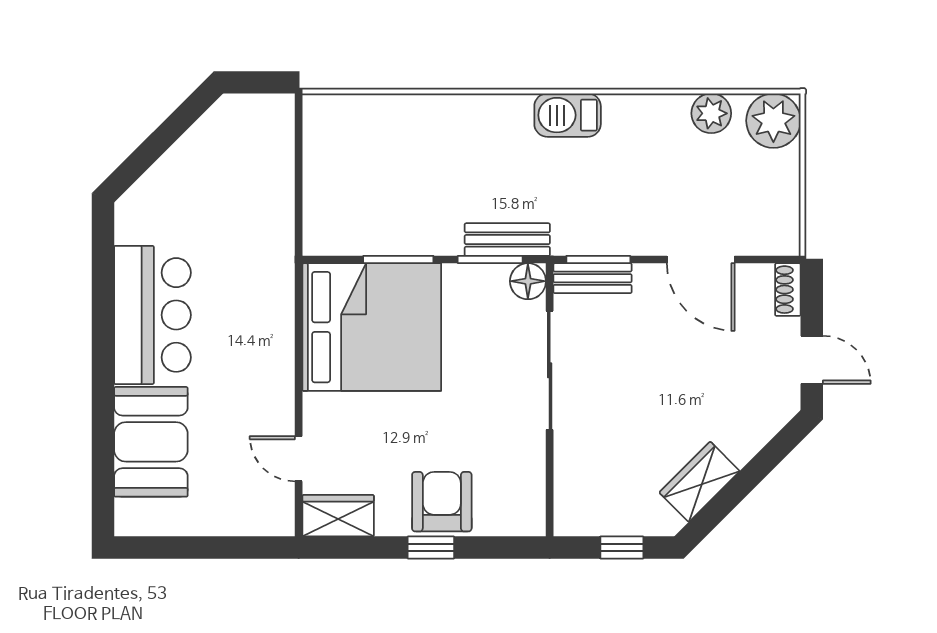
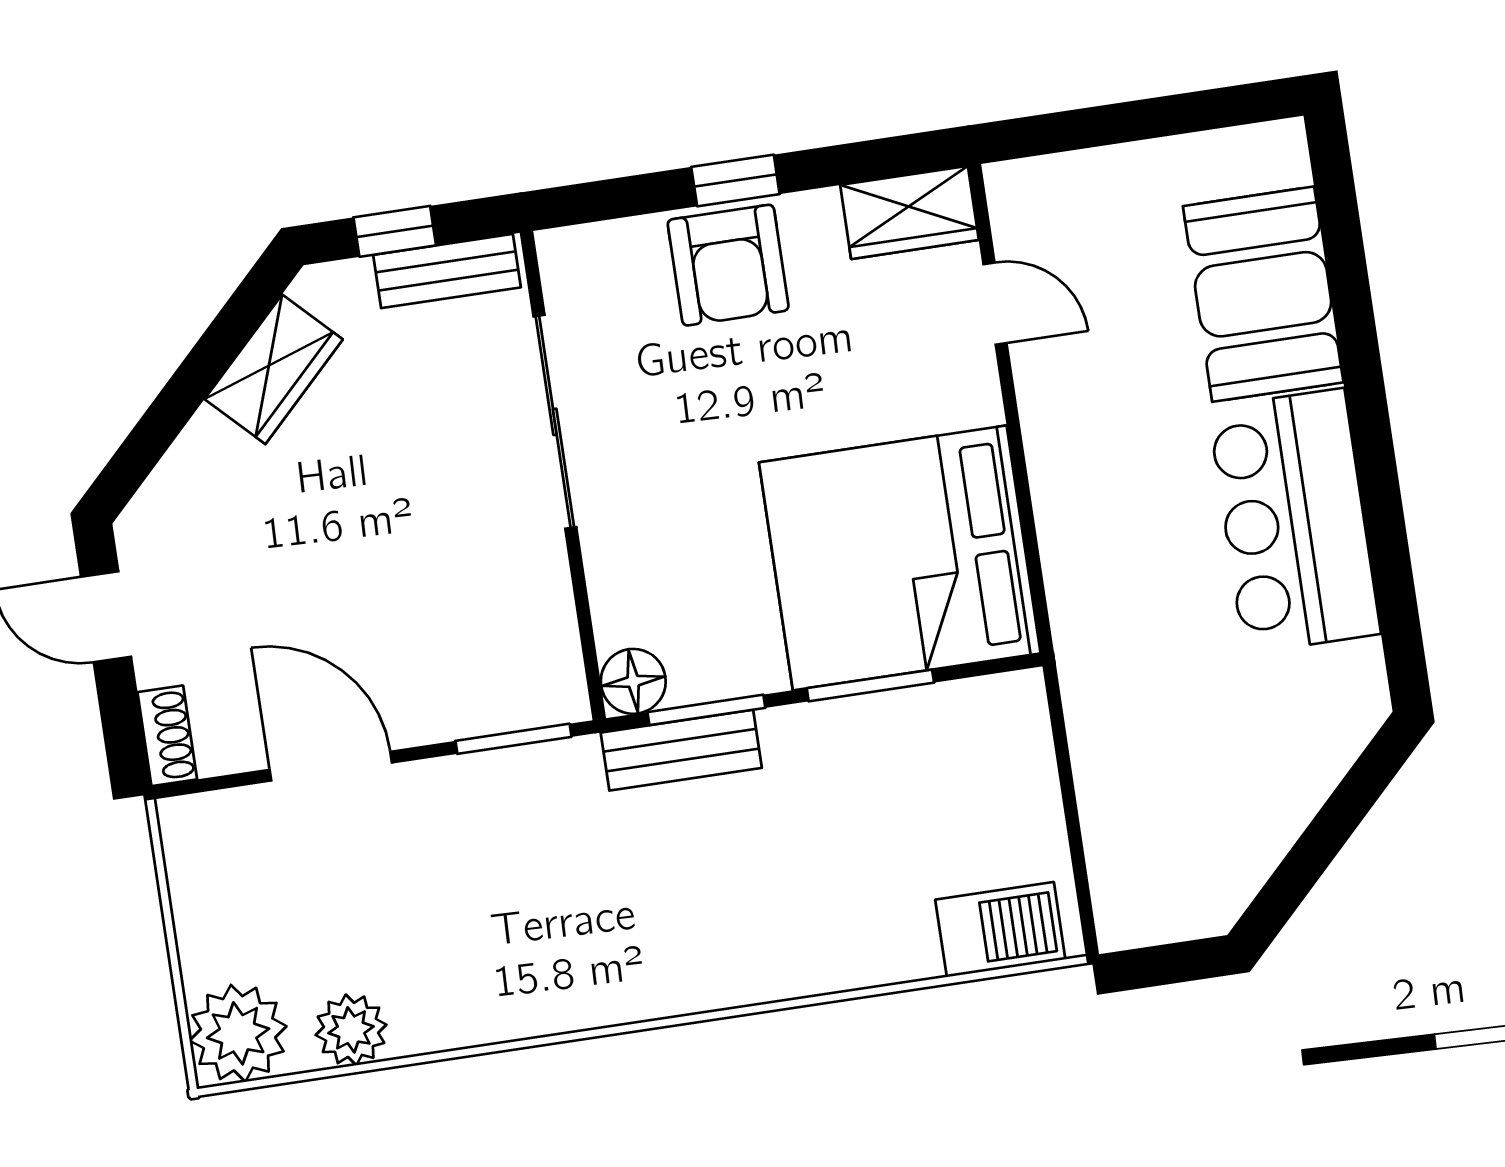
barbecue: (568, 115) -> (1000, 929), moved
bench: (593, 278) -> (447, 271), moved
sliding door: (550, 370) -> (555, 422), moved

